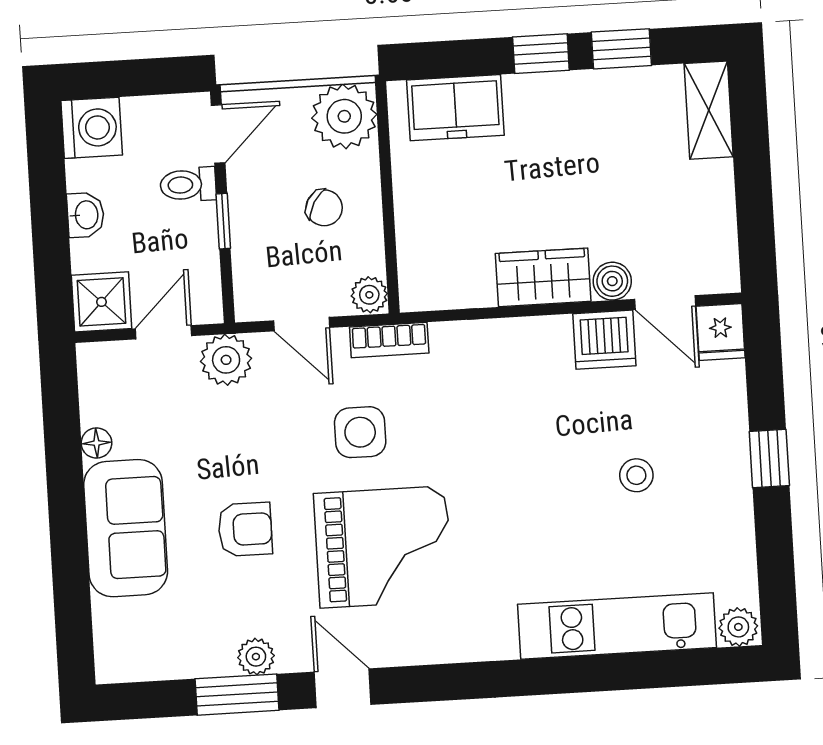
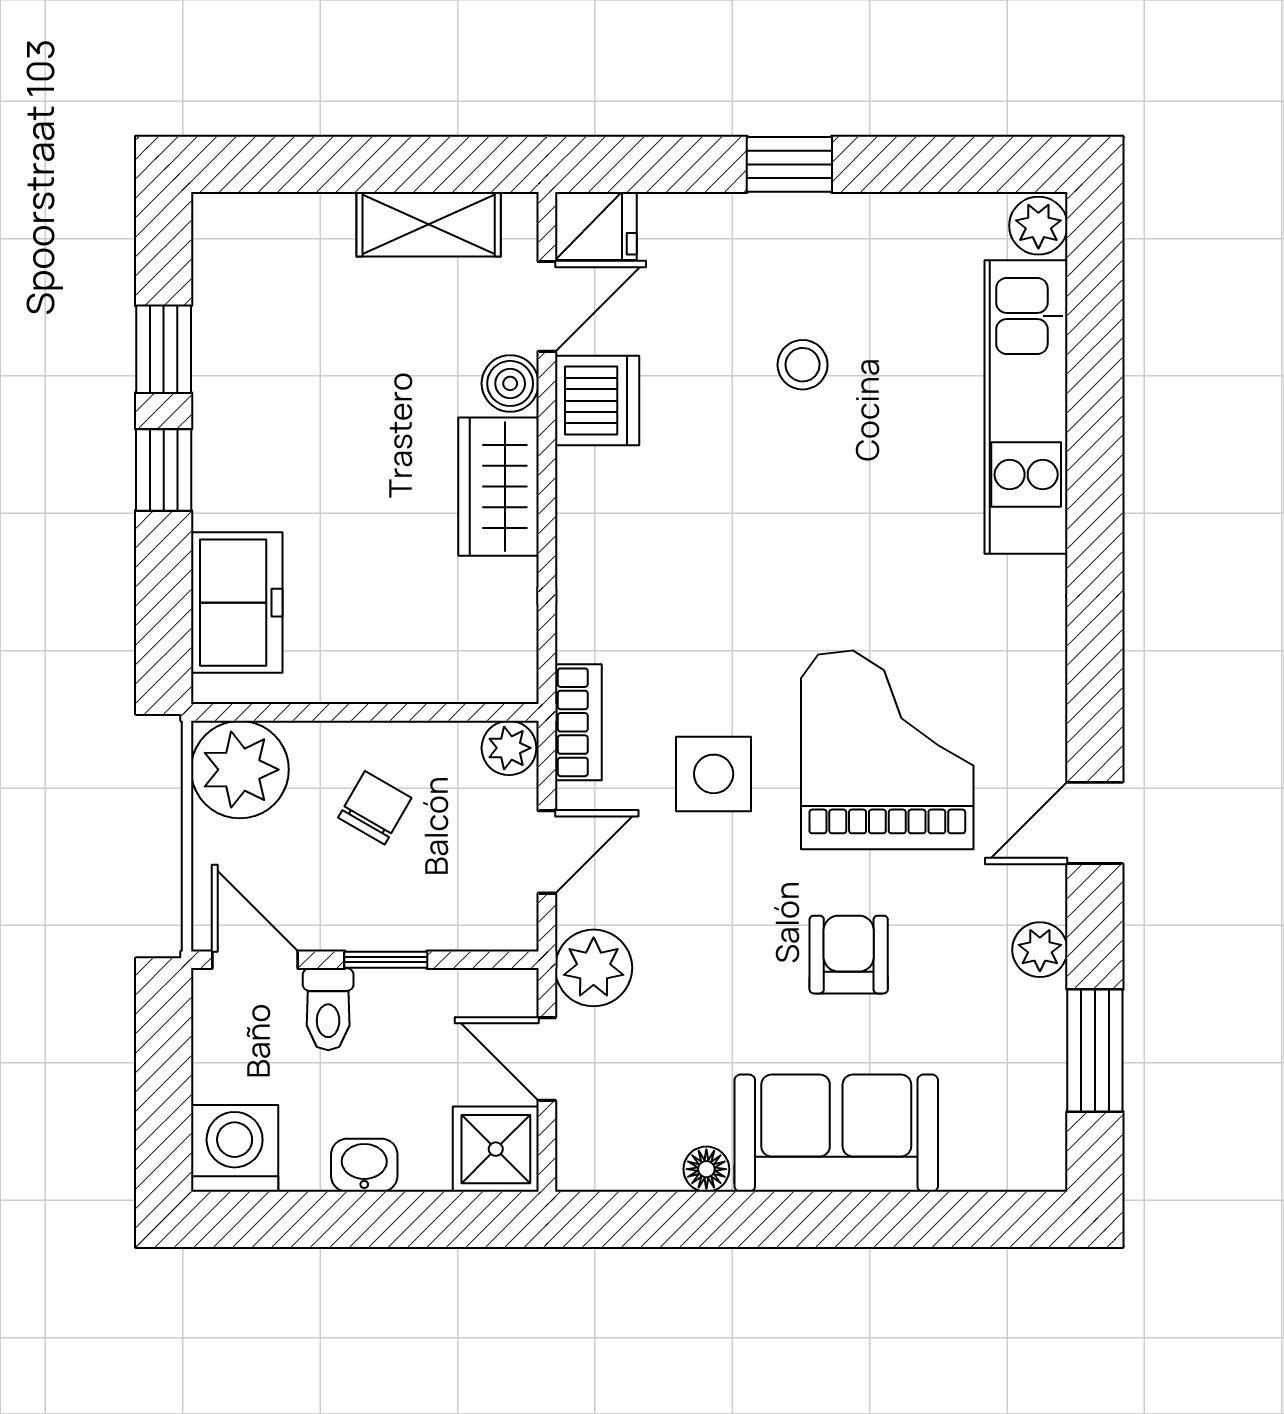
shelving: (709, 110) -> (429, 224), moved
window: (237, 695) -> (1095, 1050), moved

